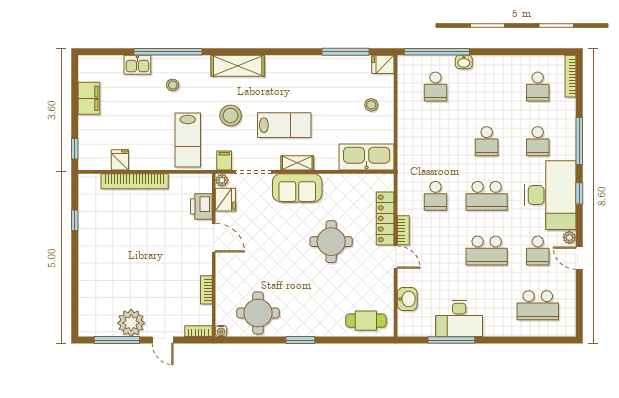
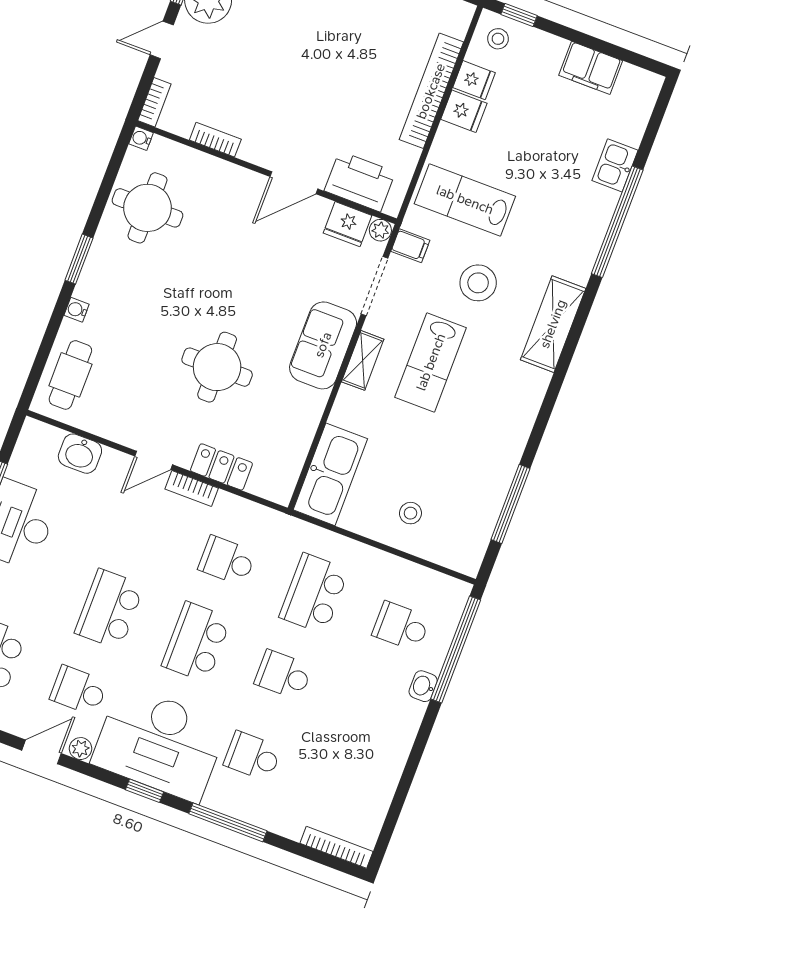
fridge: (383, 64) -> (464, 111), moved, turned 90
stool: (173, 85) -> (498, 39), moved
school desk: (538, 87) -> (314, 593), moved, width x1.85
printer: (201, 206) -> (360, 181), width x1.37, depth x1.19
locker: (385, 218) -> (221, 467), width x0.66
water cooler: (329, 331) -> (77, 310), added

